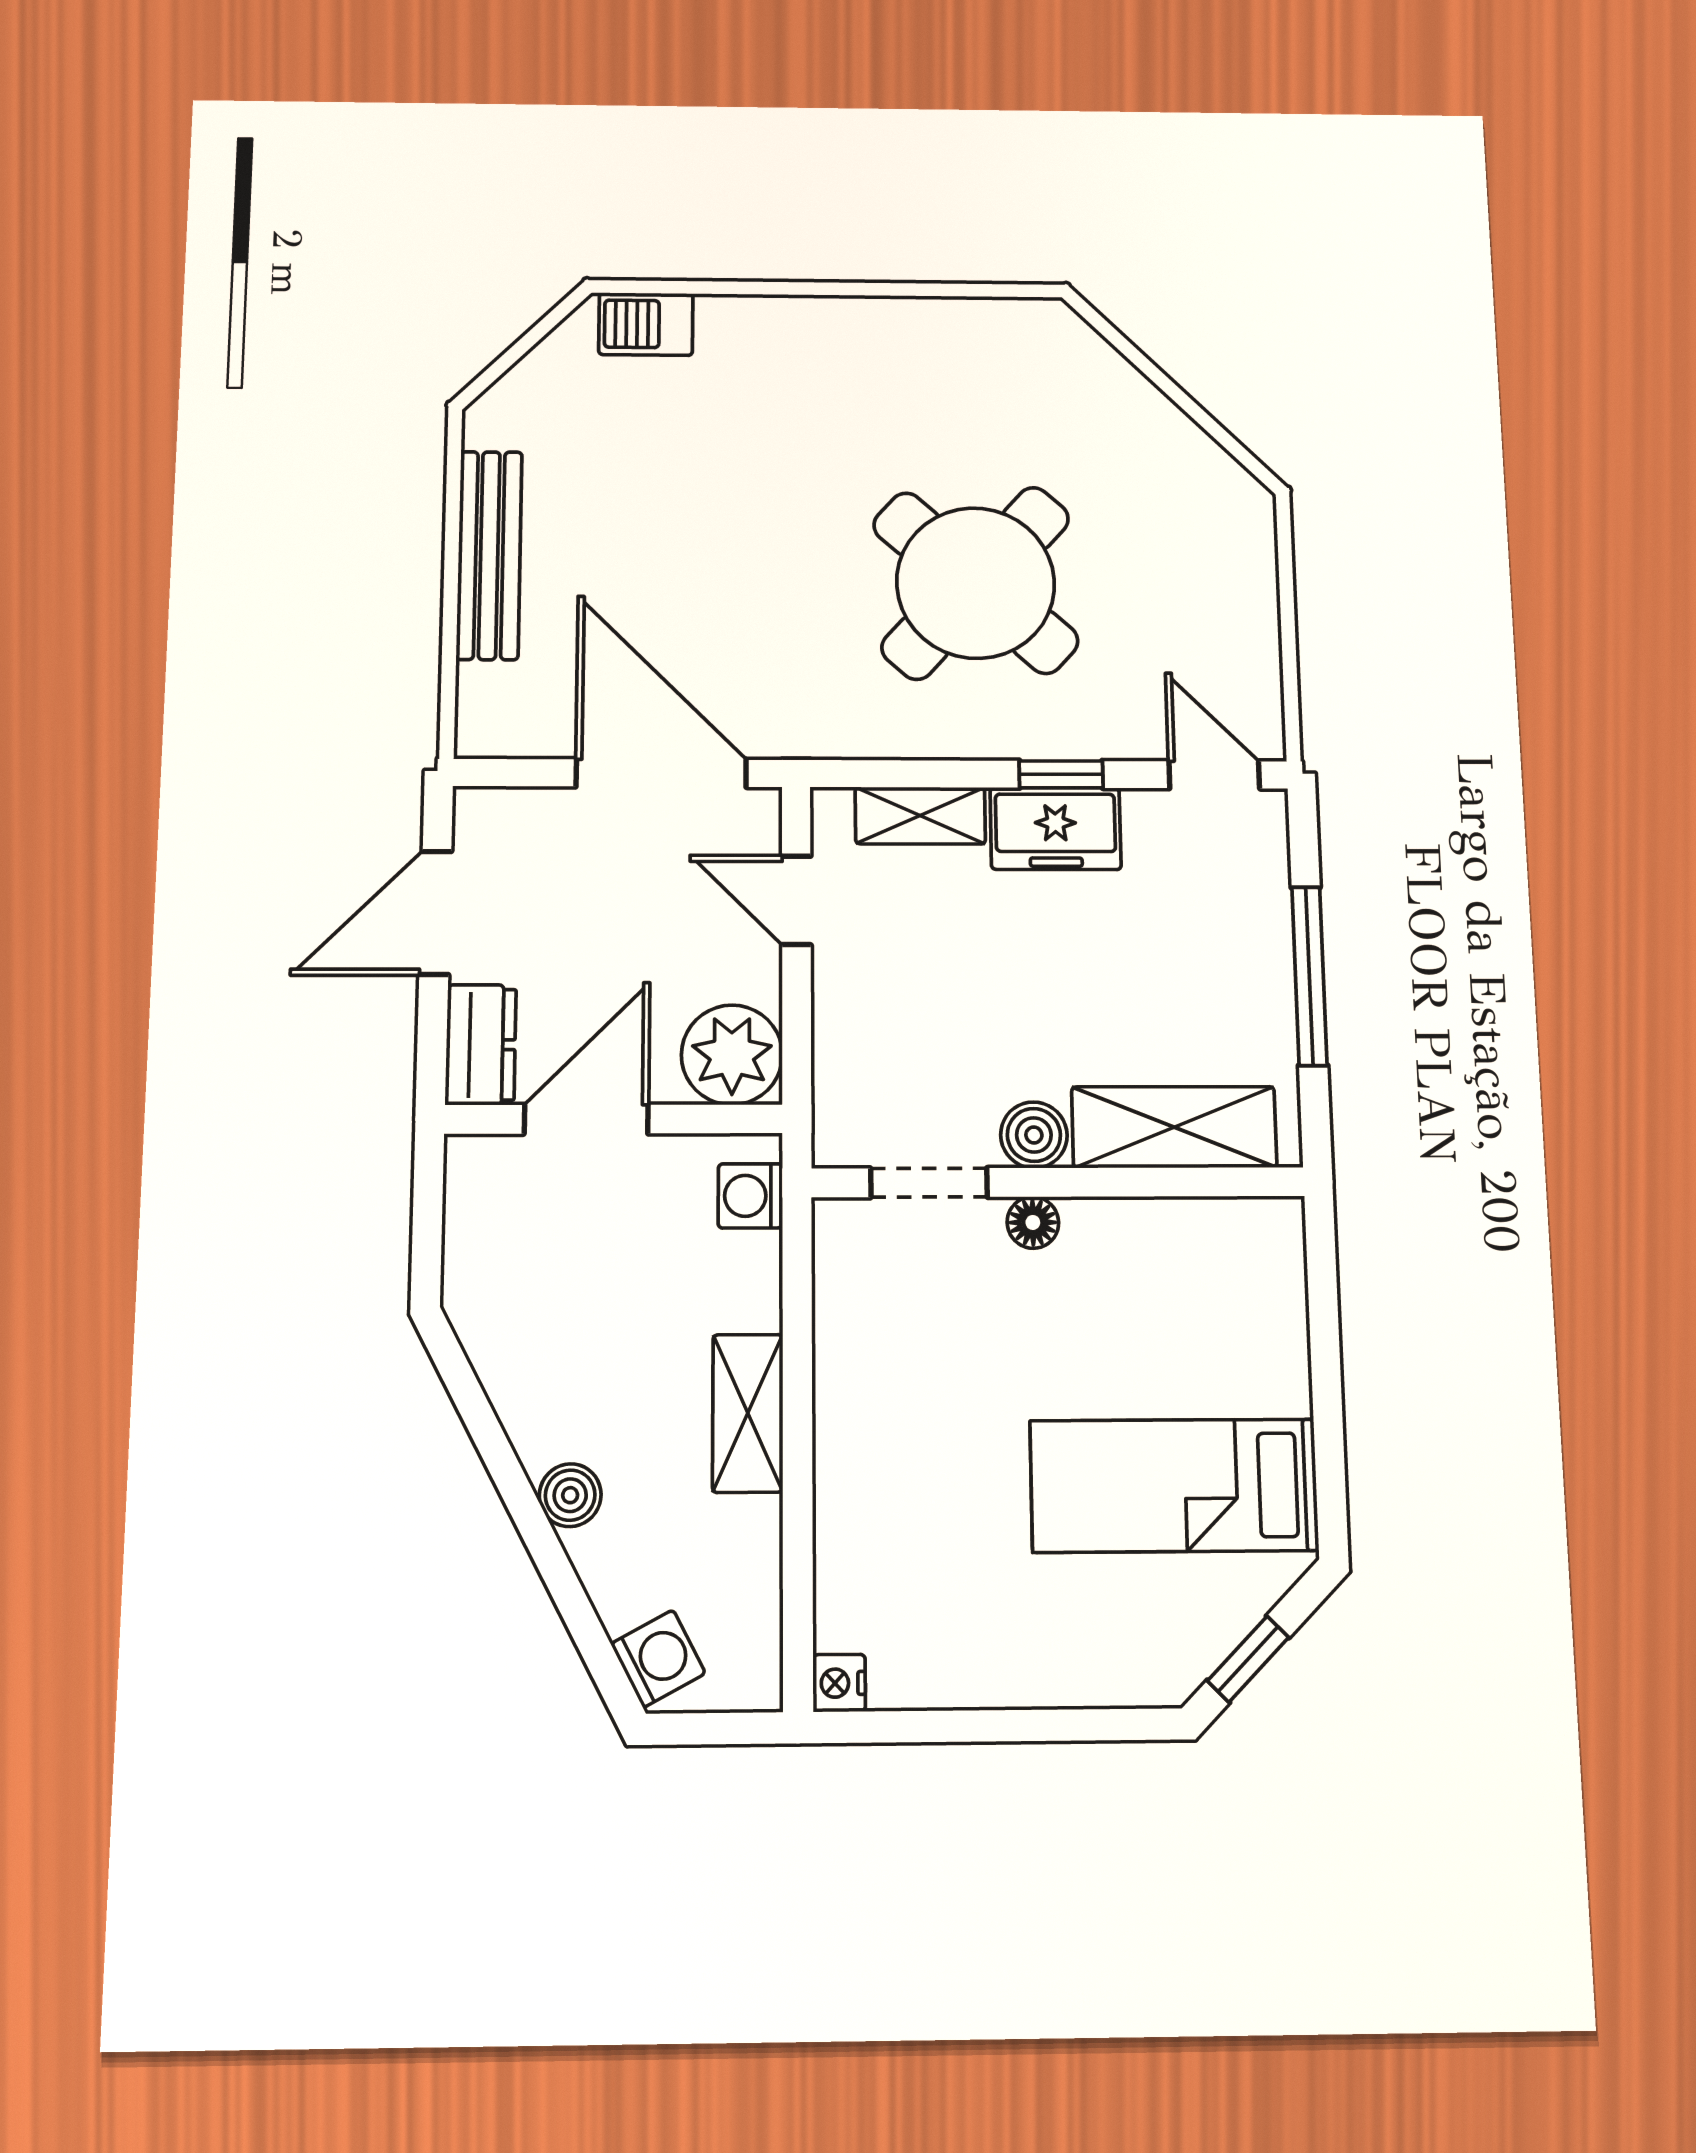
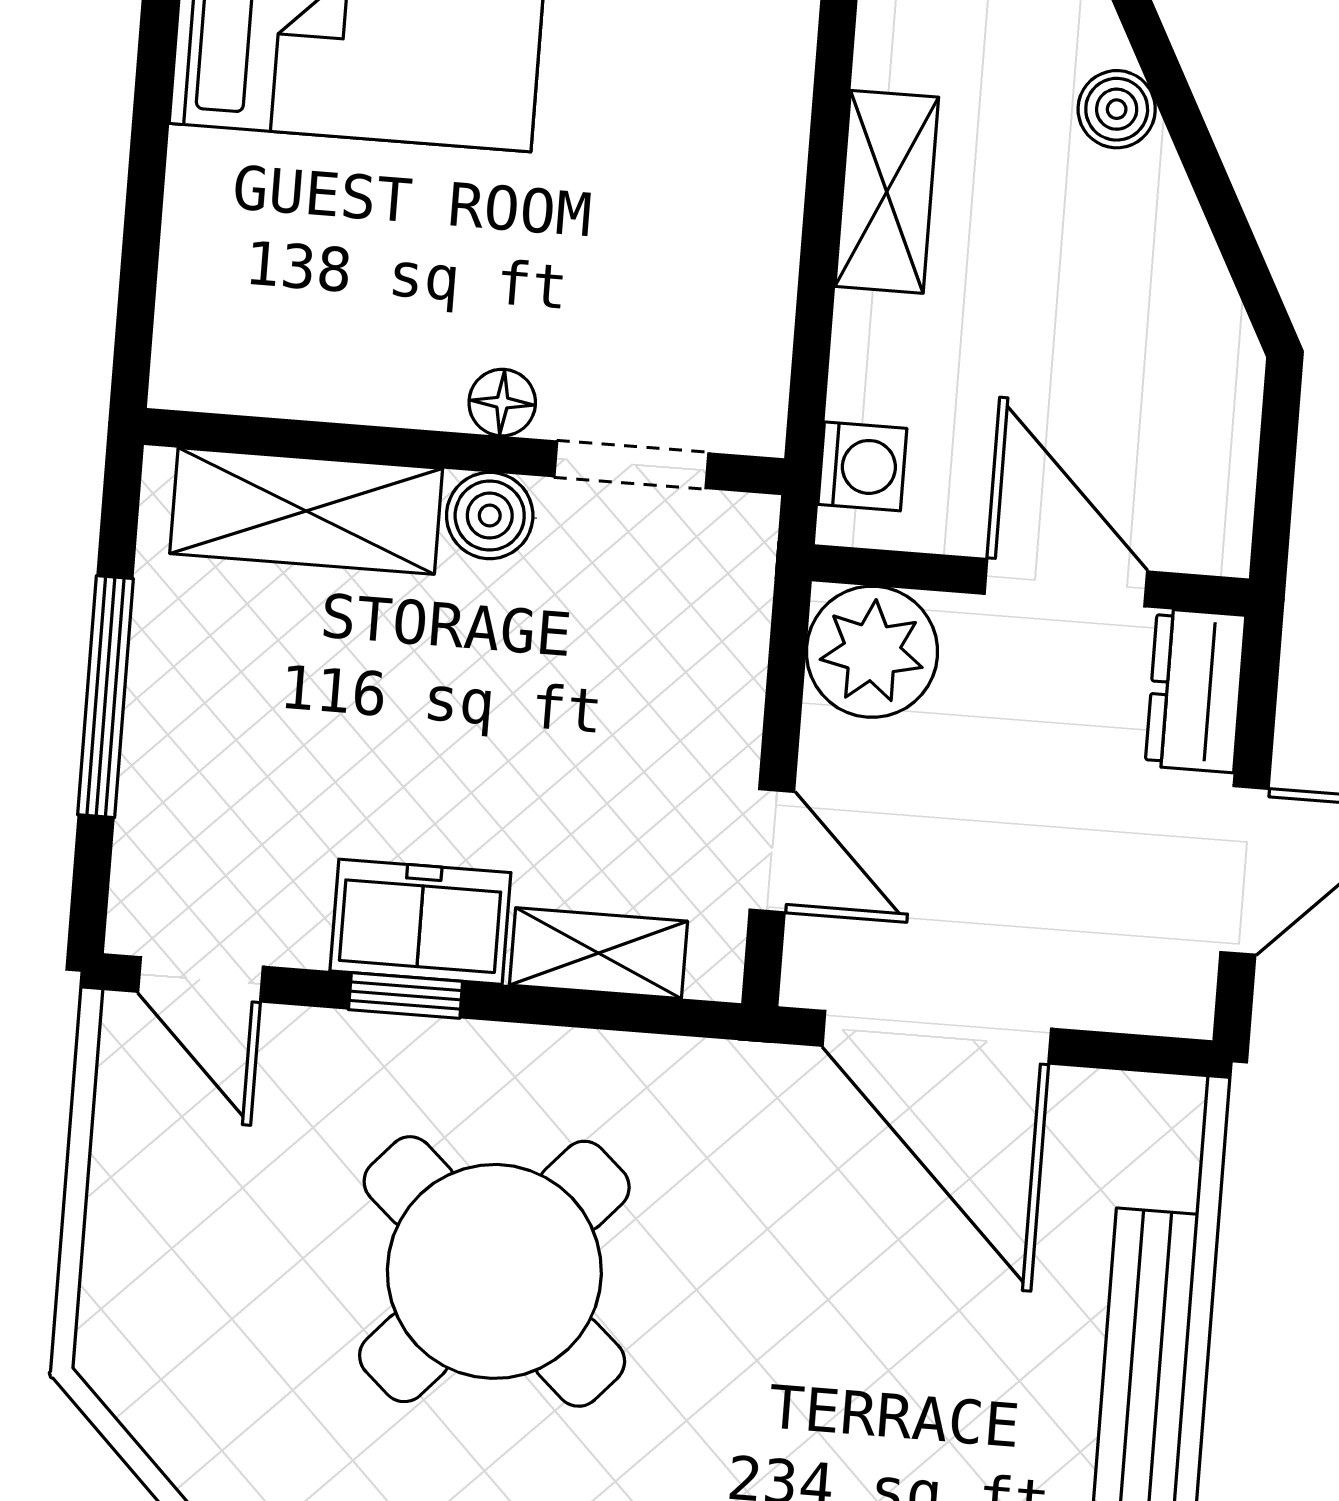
door: (586, 1119) -> (1066, 583), swing flipped

